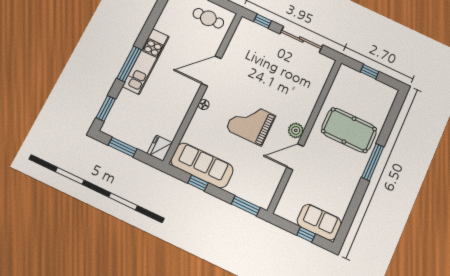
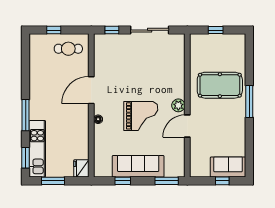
kitchen unit: (146, 61) -> (37, 149), moved
grand piano: (251, 123) -> (141, 116), turned 180
sofa: (202, 165) -> (138, 166), moved

